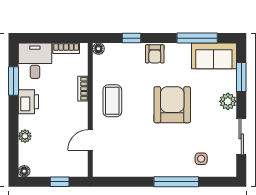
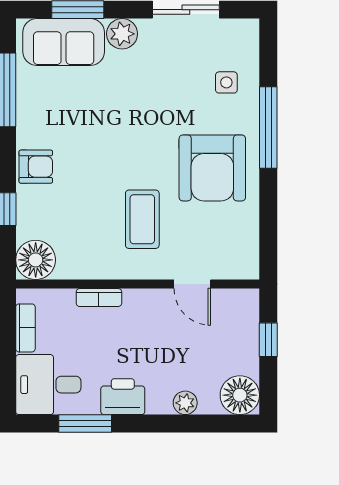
floor lamp: (98, 49) -> (36, 260), width x1.89, depth x1.89
sofa: (214, 56) -> (64, 42), moved, turned 90
coffee table: (112, 101) -> (142, 219), moved, turned 90
armchair: (172, 105) -> (212, 168), moved, turned -90
floor lamp: (24, 171) -> (240, 395), width x1.89, depth x1.89

